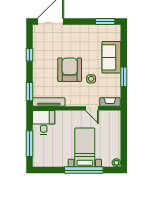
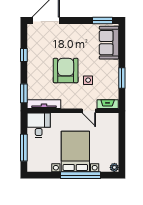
sofa: (111, 57) -> (109, 43), moved
bed with nightstands: (85, 147) -> (75, 151), width x1.36

